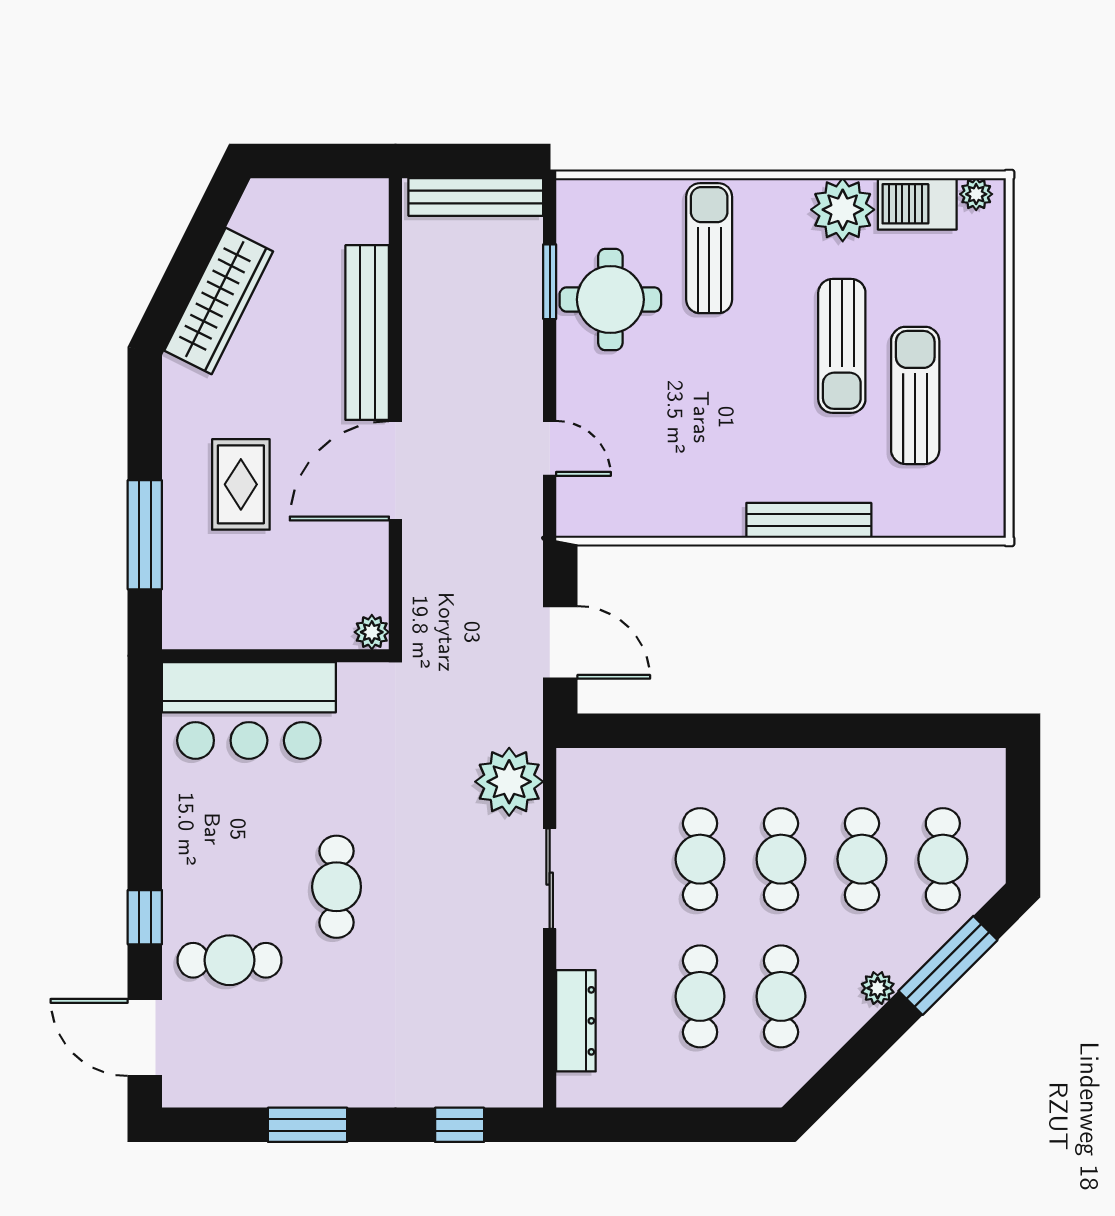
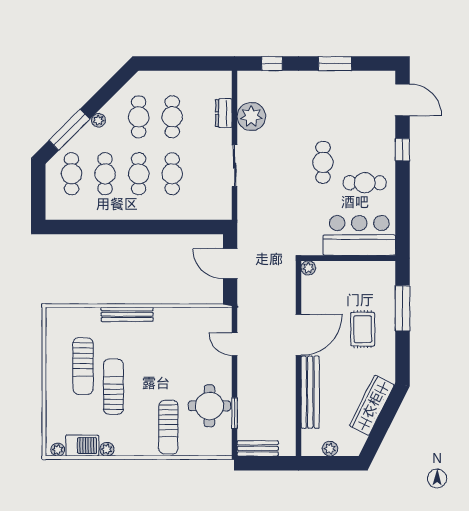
plant: (320, 196) -> (330, 449), added
bench: (476, 197) -> (258, 448), width x0.73
plant: (843, 210) -> (107, 449), width x0.53, depth x0.53
plant: (509, 782) -> (251, 116), moved
cafe table: (230, 960) -> (365, 183), moved
dresser: (576, 1021) -> (224, 113), width x0.70

